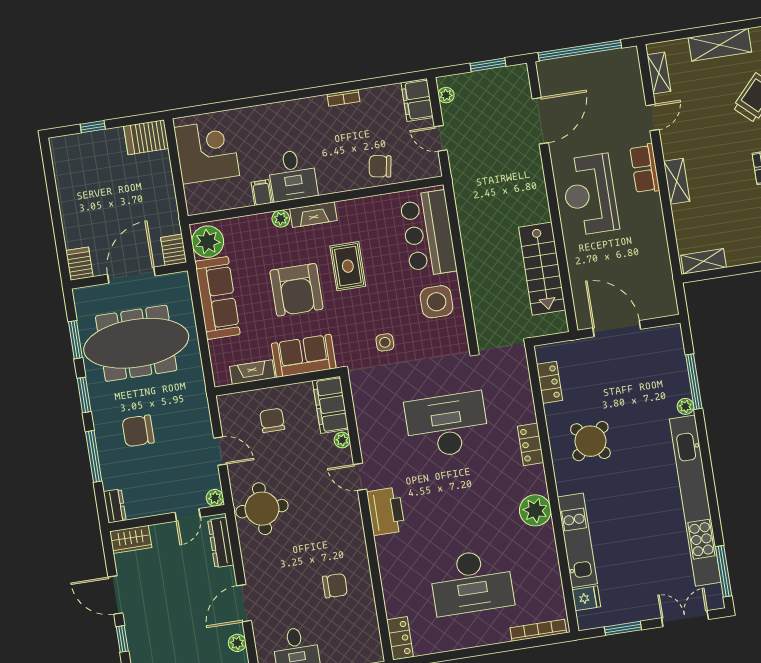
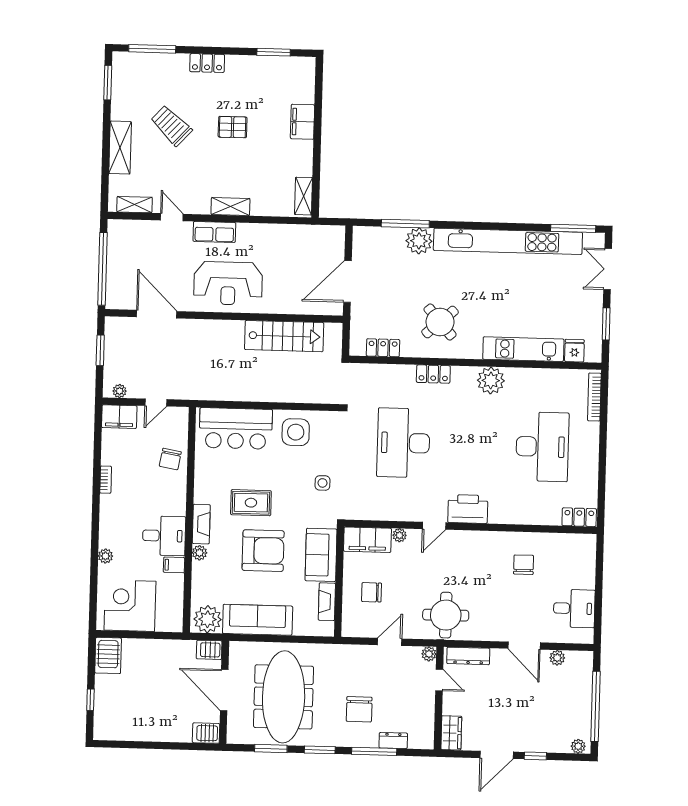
plant: (258, 114) -> (105, 556), added
plant: (685, 406) -> (419, 241), width x1.88, depth x1.88
dresser: (115, 506) -> (393, 740), moved

